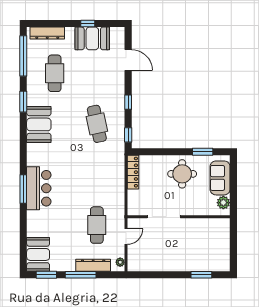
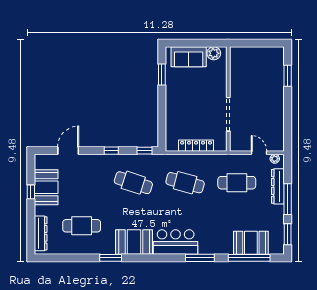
window: (23, 56) -> (249, 258), moved
cafe table: (97, 124) -> (133, 183), turned 30
locker: (133, 172) -> (196, 146), moved
cafe table: (97, 174) -> (185, 183), added
round table: (182, 174) -> (184, 95), removed
bar counter: (39, 188) -> (176, 242), moved
door: (126, 237) -> (259, 153), moved
booth: (38, 254) -> (251, 243), moved

